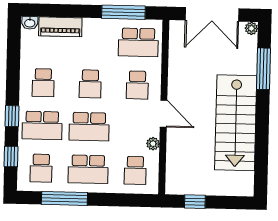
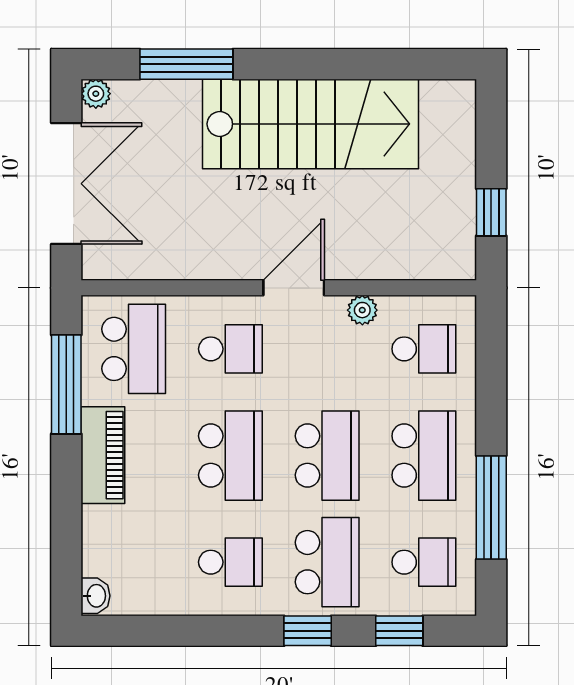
piano: (60, 27) -> (103, 455), moved
school desk: (90, 84) -> (230, 456), width x1.85

